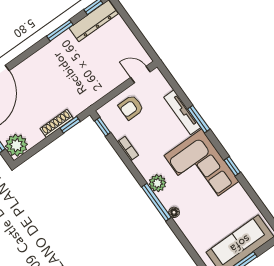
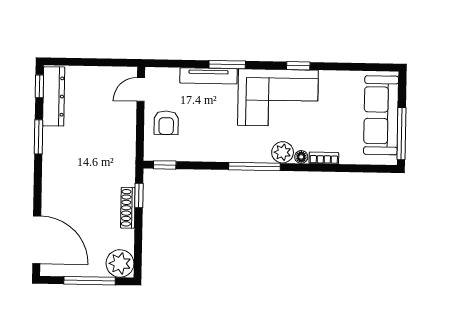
bookcase: (128, 148) -> (324, 158), moved
plant: (157, 183) -> (283, 152), moved
window: (156, 202) -> (254, 166), moved

